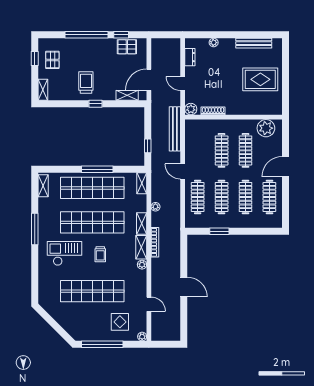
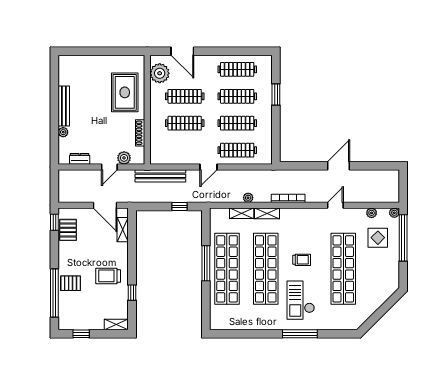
window: (86, 35) -> (54, 293), moved
window: (121, 35) -> (54, 222), moved
bench: (254, 43) -> (64, 106), moved
pallet: (52, 60) -> (71, 283), moved
rug: (260, 79) -> (125, 92), moved
window: (95, 104) -> (132, 293), moved
plant: (191, 109) -> (124, 158), moved
door: (285, 167) -> (182, 51), moved
shelving: (142, 183) -> (242, 213), moved
shelving: (43, 186) -> (225, 324), removed
window: (35, 229) -> (300, 334), moved
window: (219, 231) -> (276, 95), moved
shelving: (141, 247) -> (294, 214), removed
plant: (142, 265) -> (372, 213), moved
door: (149, 304) -> (335, 205), moved
window: (102, 344) -> (403, 238), moved

